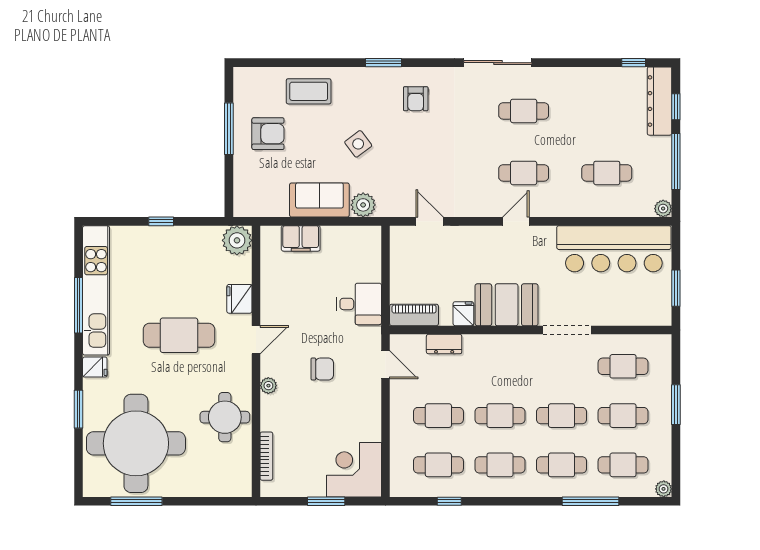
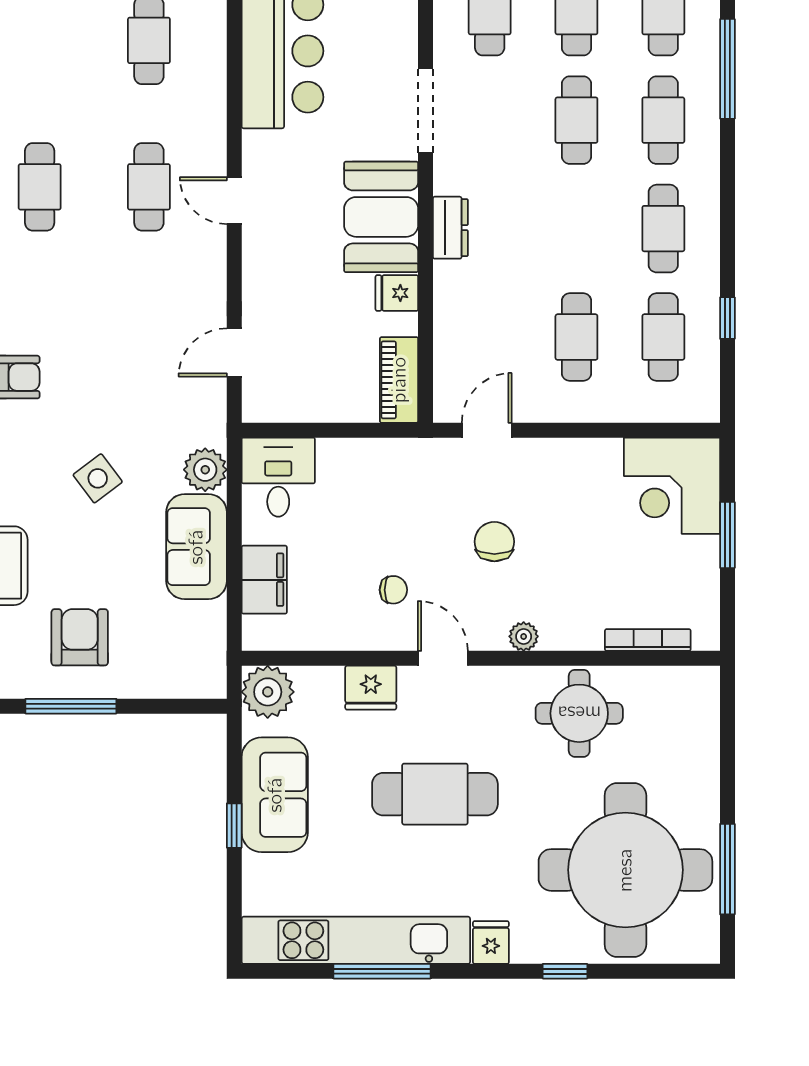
sofa: (179, 244) -> (275, 795), added
desk: (359, 304) -> (278, 477), moved
chair: (295, 312) -> (393, 590), added
cafe table: (179, 335) -> (435, 794), turned 90
dresser: (444, 344) -> (450, 228), moved
window: (78, 409) -> (565, 971), width x0.67
cafe table: (500, 416) -> (576, 229), removed

